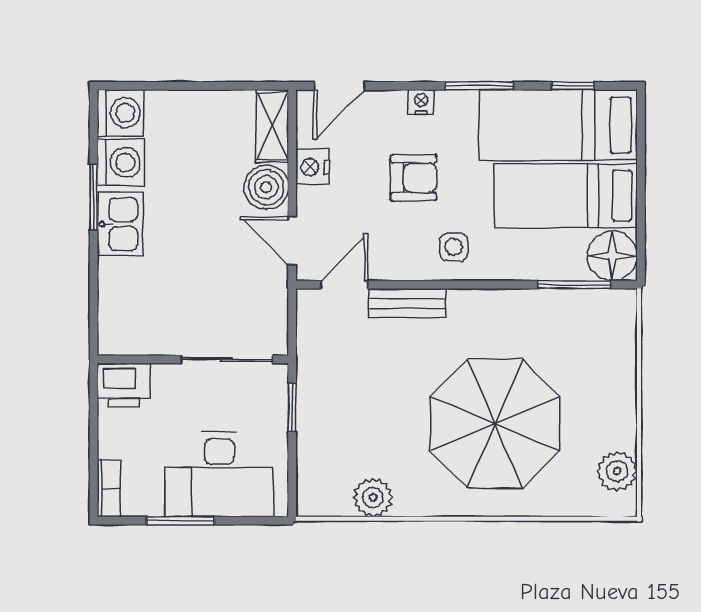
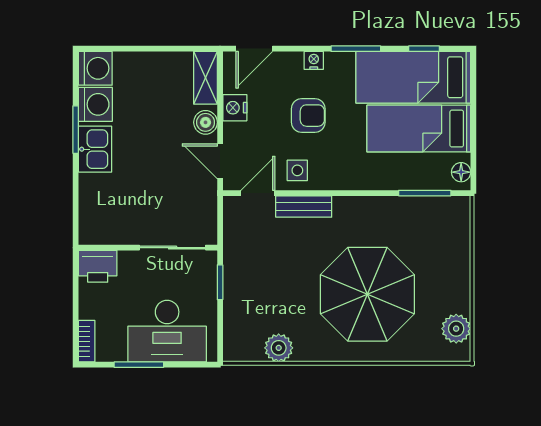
boiler: (266, 187) -> (206, 122), width x0.73, depth x0.73
side table: (454, 247) -> (297, 170), moved
floor lamp: (612, 256) -> (461, 172), width x0.53, depth x0.53

